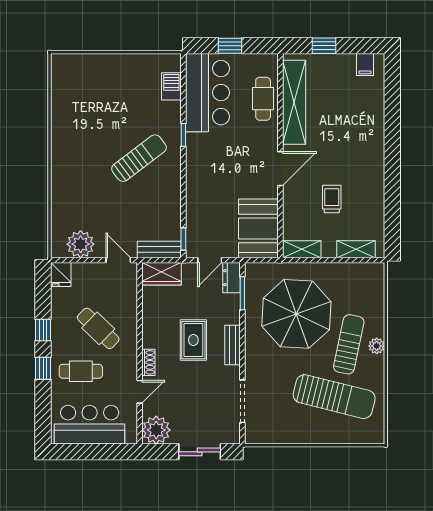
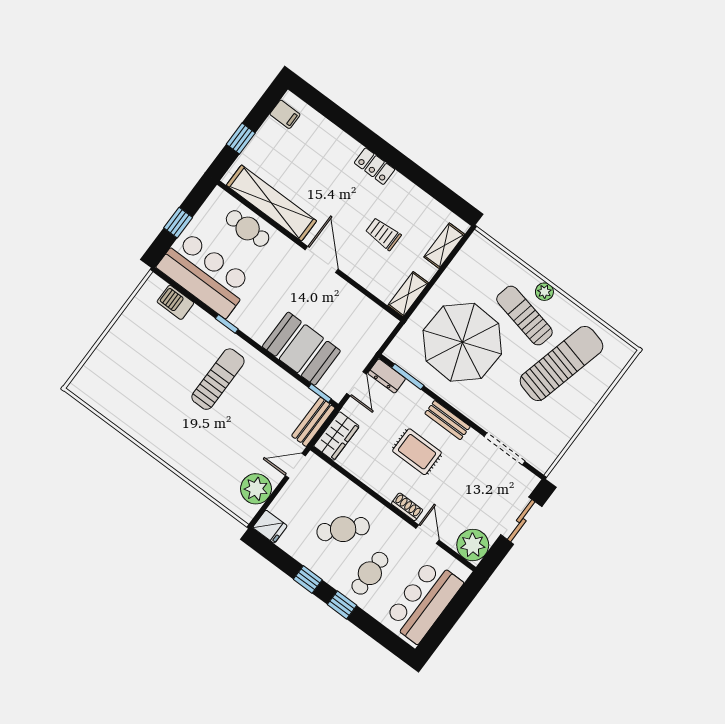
locker: (376, 157) -> (375, 166), added
sun lounger: (139, 158) -> (218, 379), turned 37
booth: (258, 228) -> (301, 349), moved

